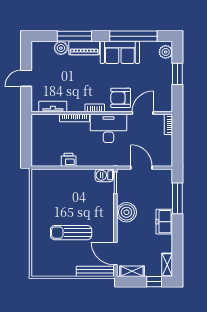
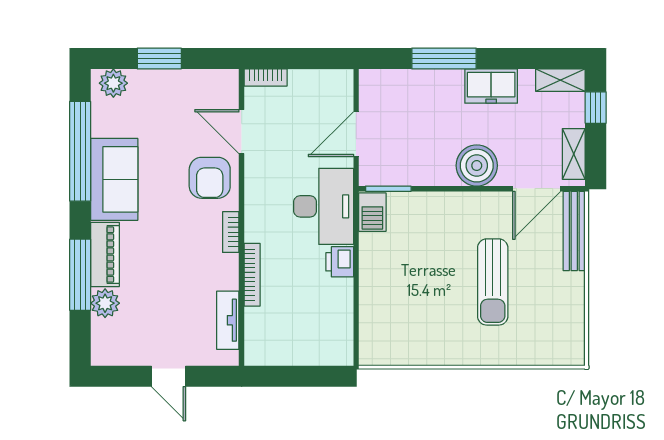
desk: (108, 128) -> (324, 206), moved, turned 180
printer: (69, 160) -> (340, 262), moved
window: (177, 198) -> (444, 59), moved
boiler: (126, 212) -> (477, 166), moved
freezer: (164, 222) -> (491, 86), moved

